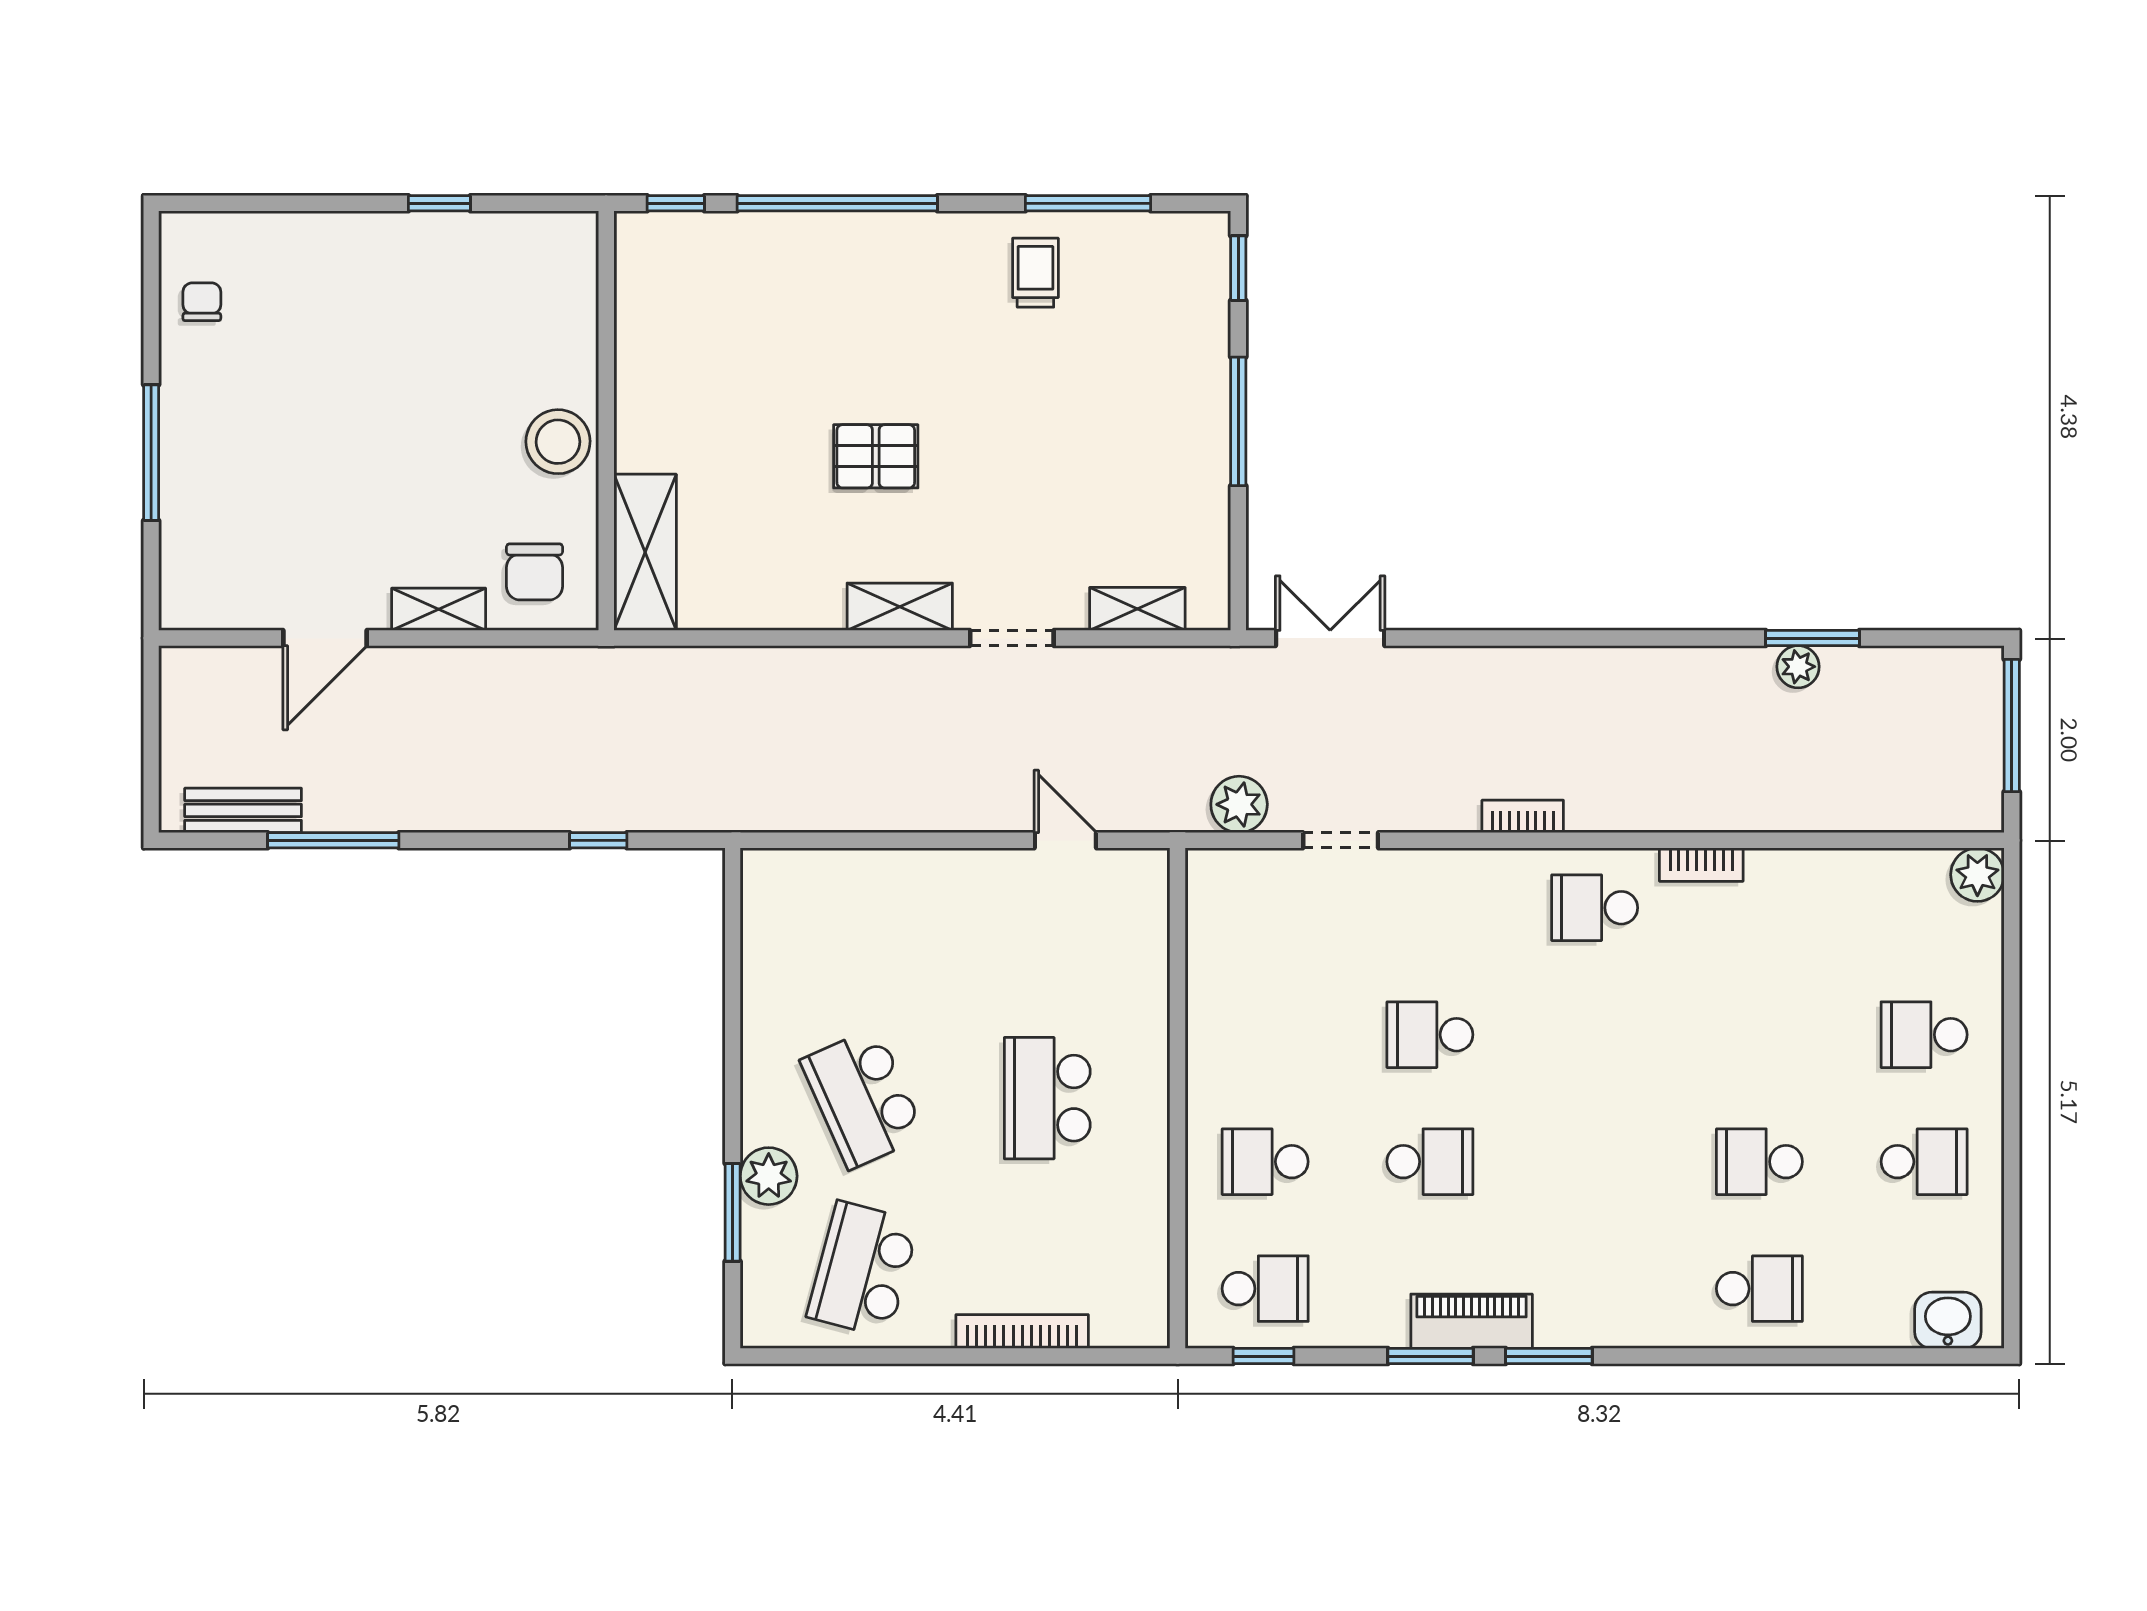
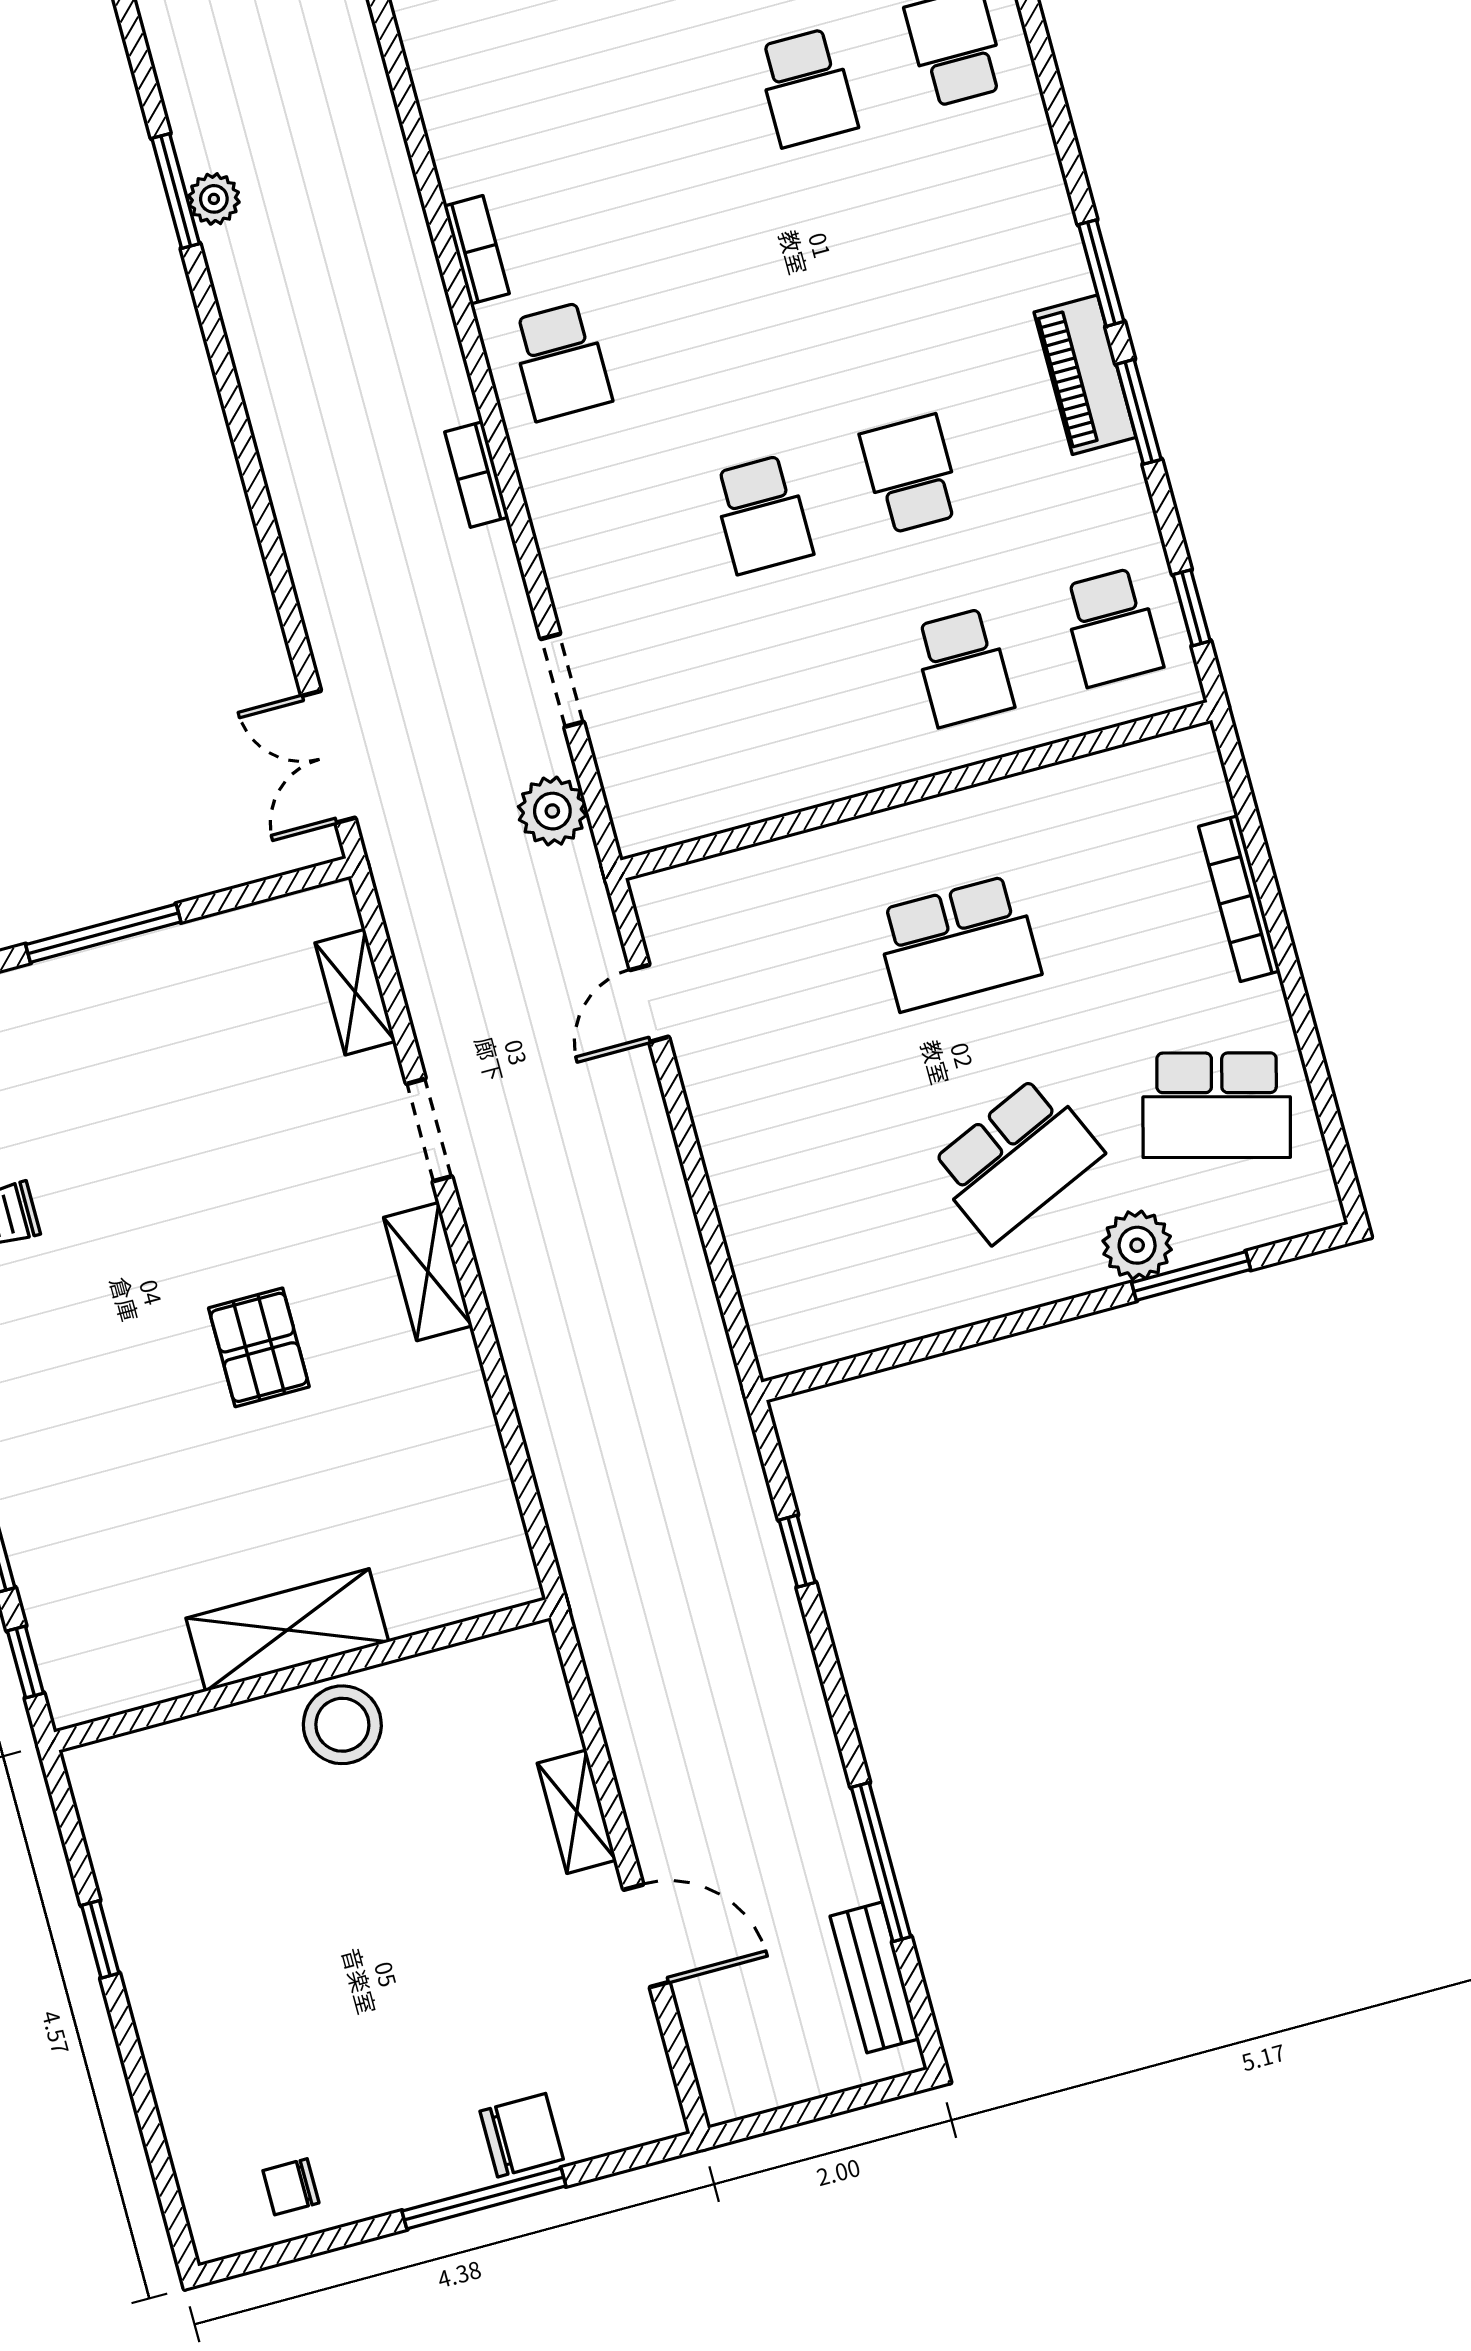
shelving: (645, 552) -> (287, 1630), moved
chair: (534, 572) -> (522, 2135), moved
school desk: (1265, 1289) -> (1112, 627), turned 180

